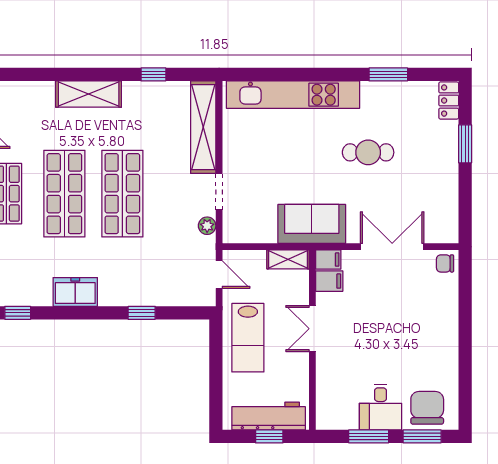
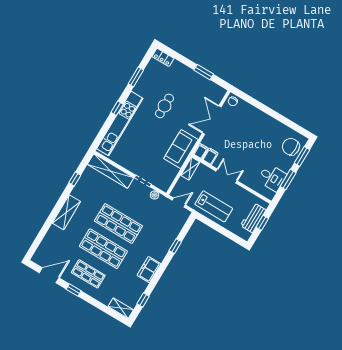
window: (316, 74) -> (117, 108), added
window: (465, 144) -> (204, 72), moved
double door: (312, 329) -> (227, 176), swing flipped
desk: (380, 407) -> (272, 177), moved
workbench: (269, 416) -> (253, 218), width x0.73

